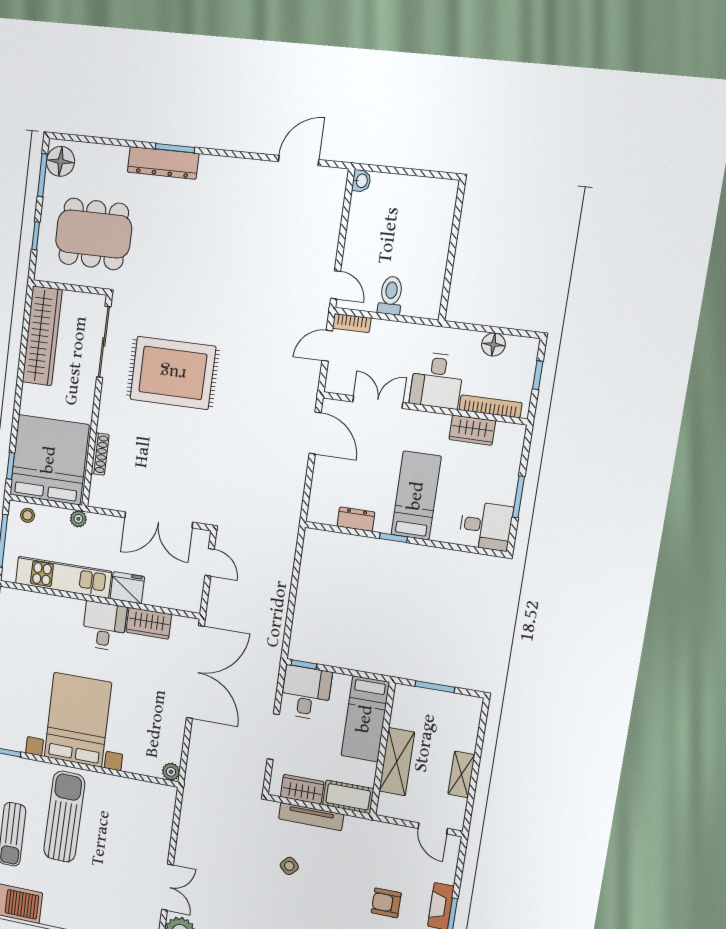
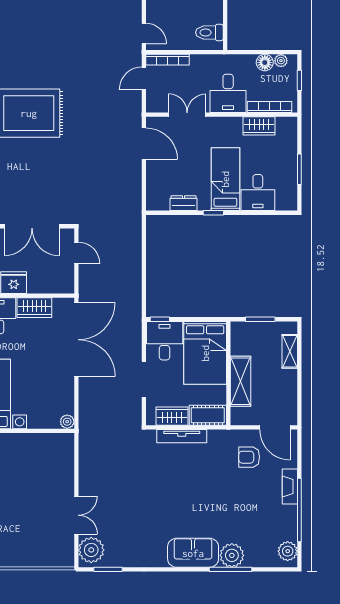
toilet: (391, 295) -> (209, 32), moved, turned -90
bookcase: (352, 323) -> (168, 60), width x1.56
plant: (516, 345) -> (281, 61), added
desk: (486, 526) -> (258, 193), moved, turned 90
bed: (365, 719) -> (205, 353), width x1.50
shelving: (461, 774) -> (290, 351), moved
door: (433, 828) -> (275, 427), width x1.38
side table: (289, 866) -> (170, 478), removed
armchair: (386, 903) -> (249, 457), moved

